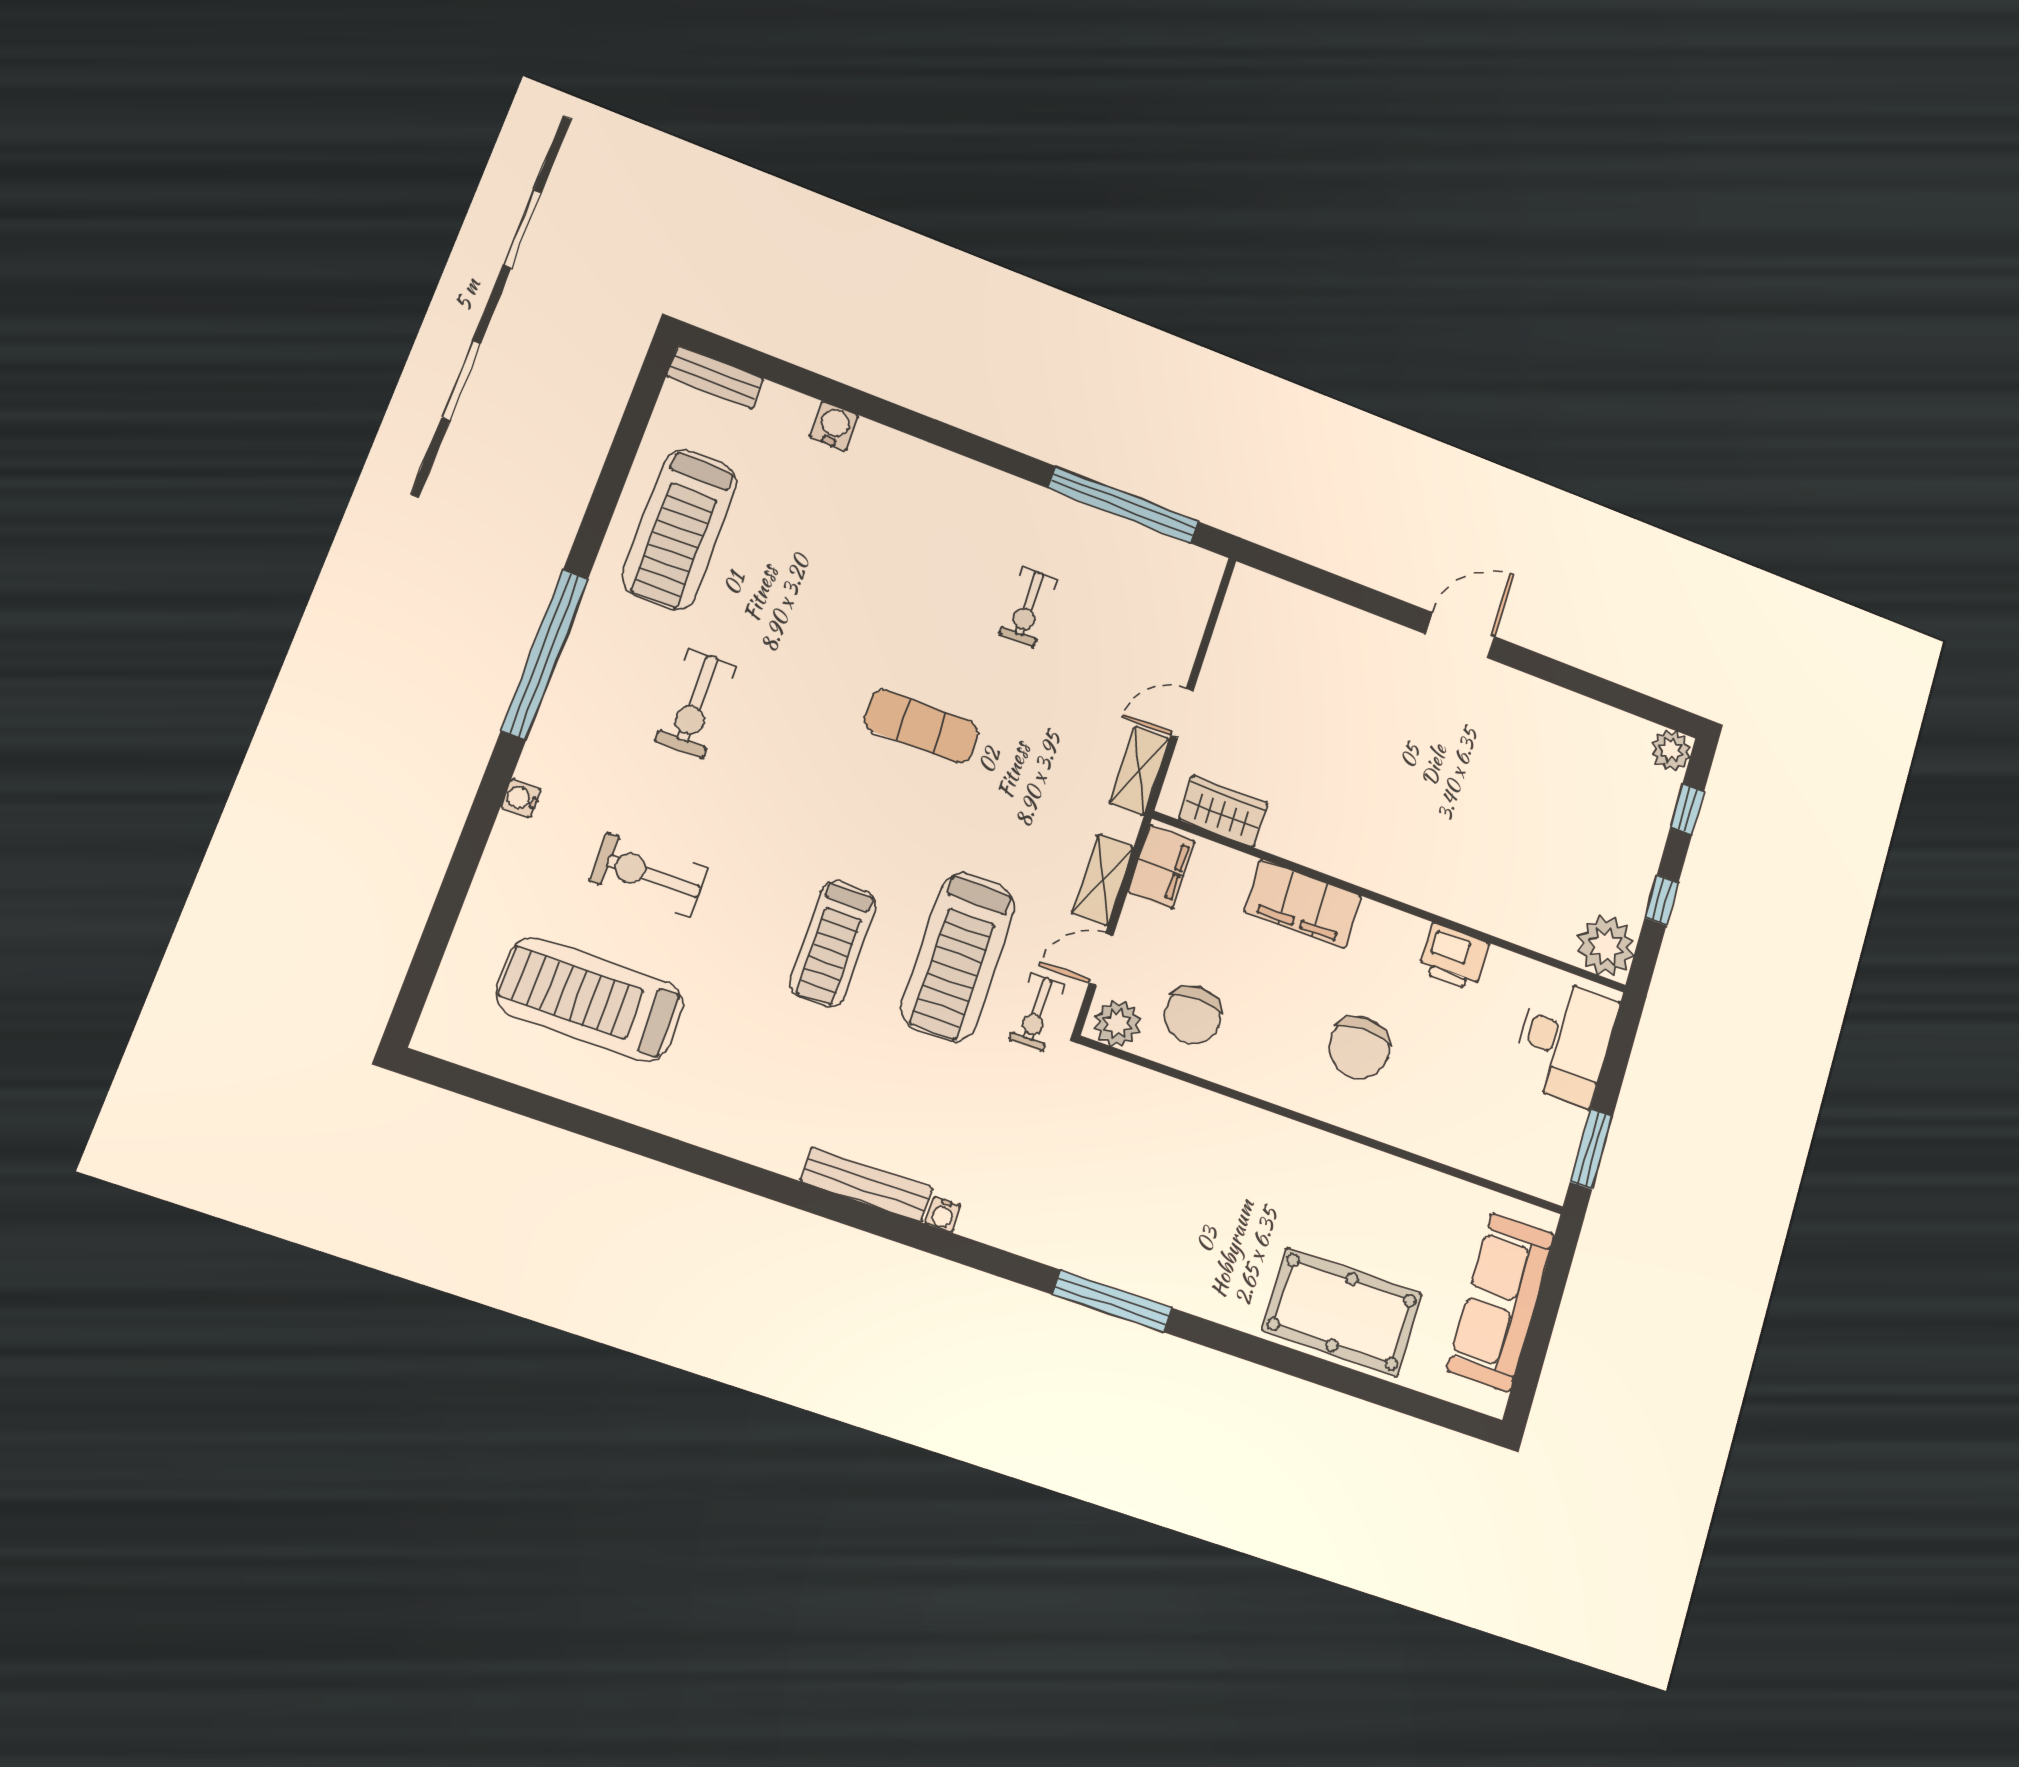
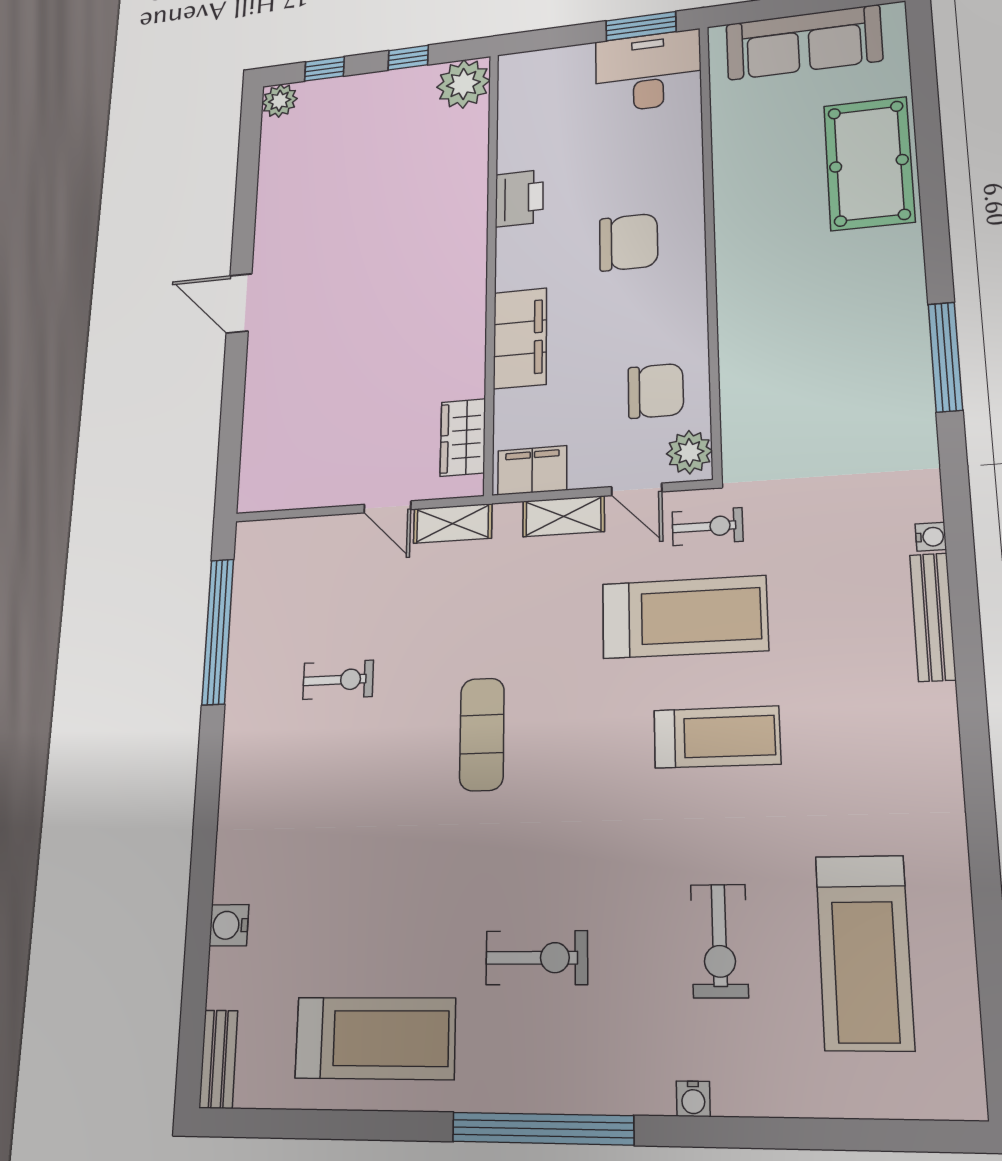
desk: (1565, 1041) -> (648, 71), moved

